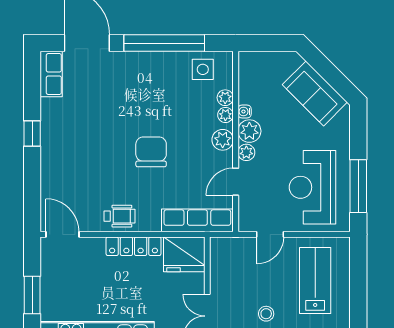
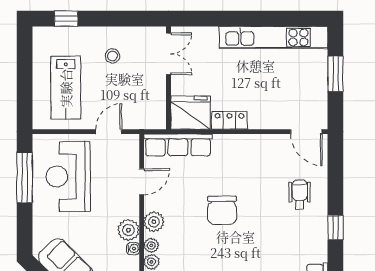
plant: (246, 152) -> (131, 210), removed
reception desk: (313, 187) -> (68, 177), turned 180
wheelchair: (119, 216) -> (300, 195), moved, turned 90
locker: (134, 246) -> (229, 120), width x0.66

